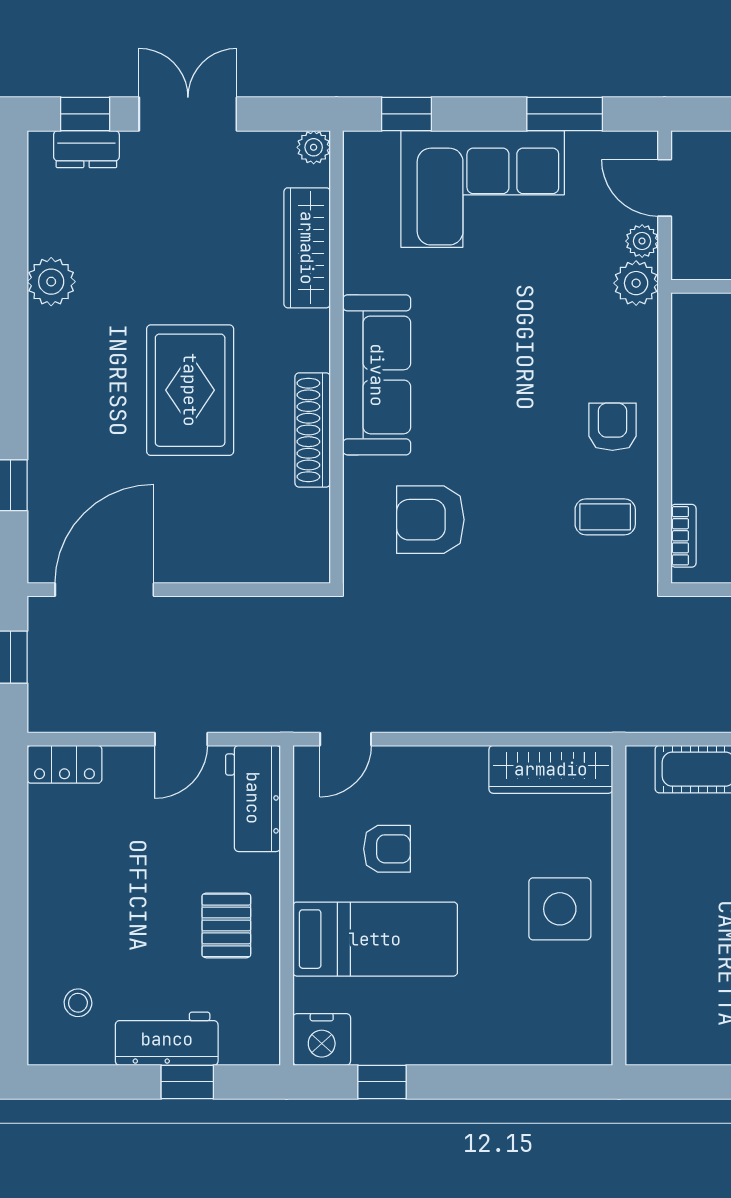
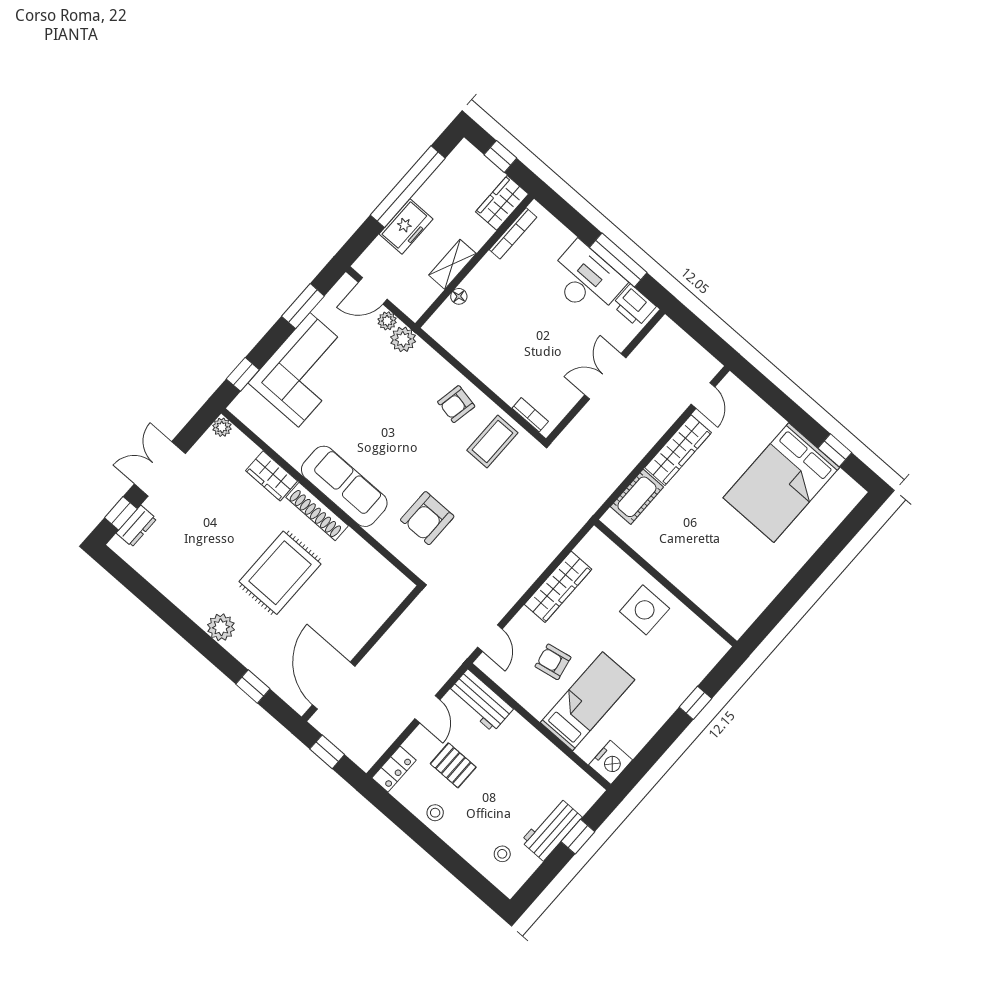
wardrobe: (307, 248) -> (272, 476), width x0.67
plant: (51, 282) -> (221, 627), moved
rug: (190, 390) -> (280, 573), turned 90
armchair: (612, 427) -> (456, 404), turned -79
shoe rack: (313, 430) -> (317, 512), moved
coffee table: (605, 517) -> (492, 441), width x1.36, depth x1.30
wardrobe: (551, 769) -> (558, 587), moved
armchair: (387, 849) -> (553, 662), turned -101
stool: (55, 868) -> (435, 813), added
pallet: (226, 925) -> (453, 765), moved
window: (382, 1082) -> (695, 703), moved

